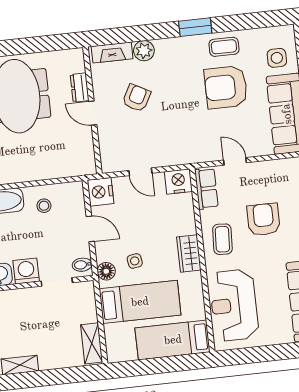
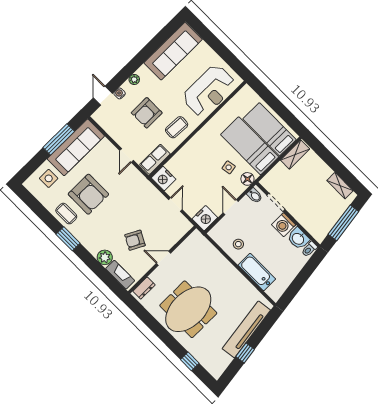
dresser: (80, 88) -> (144, 288), moved
door: (93, 113) -> (163, 258), swing flipped
wardrobe: (189, 253) -> (200, 140), removed
bed: (173, 340) -> (269, 129), moved, turned 180

